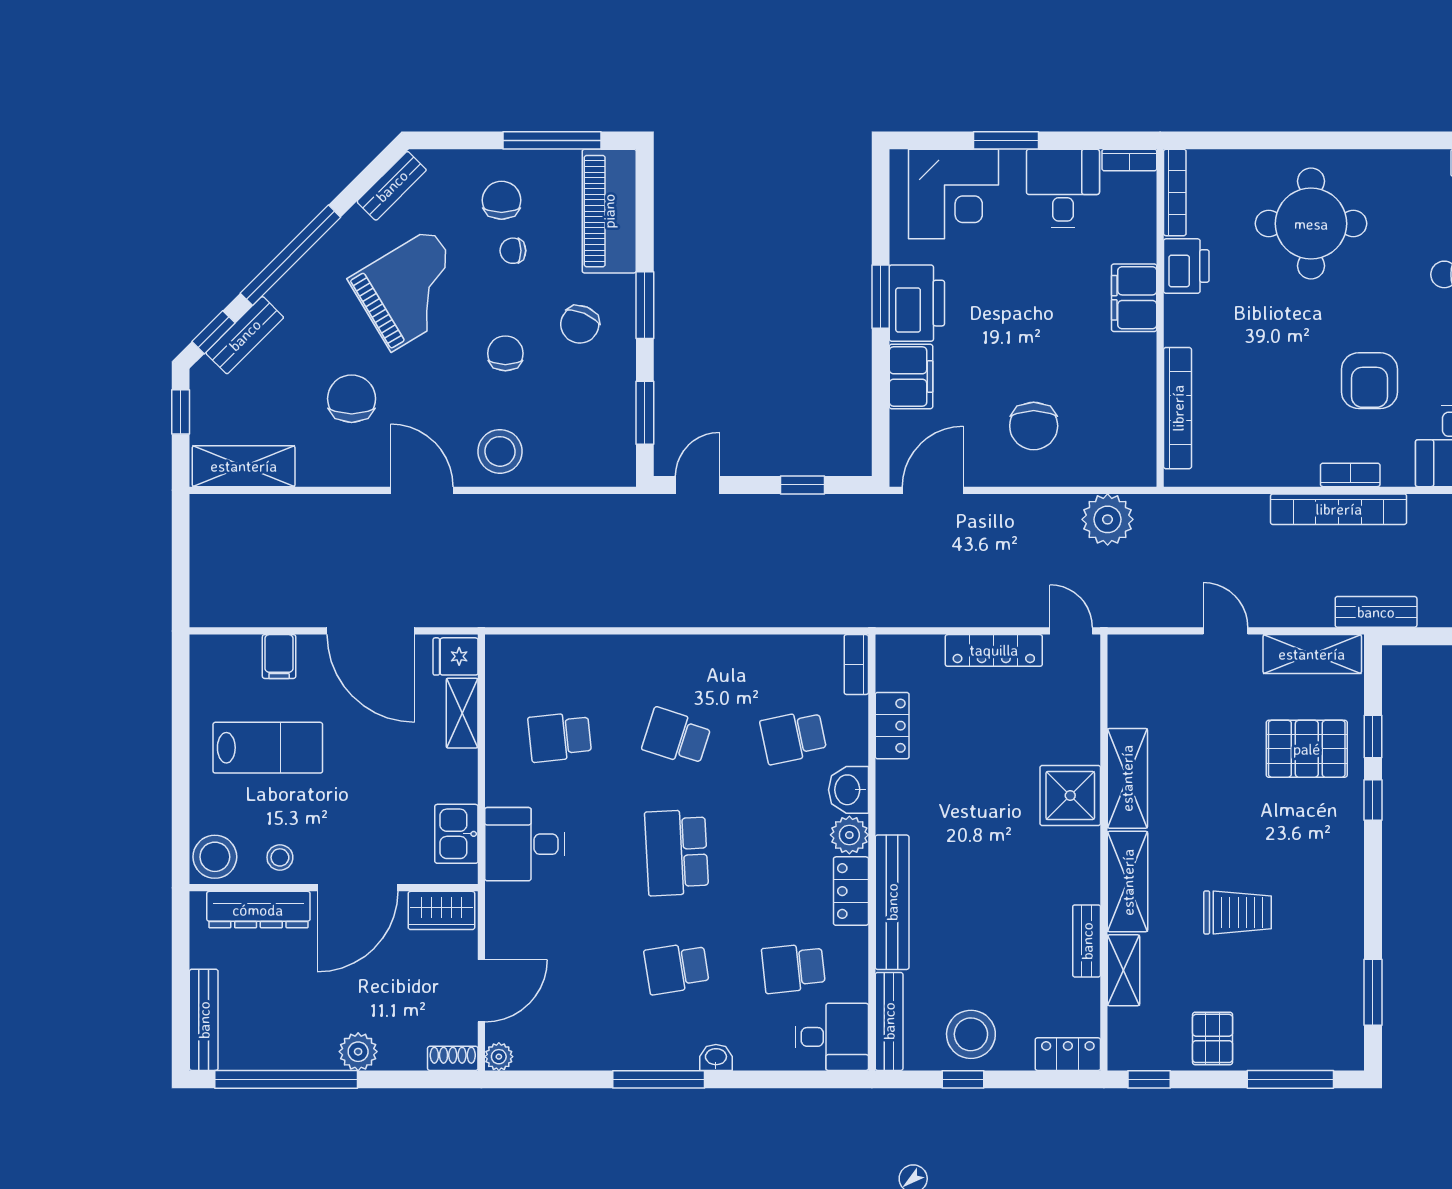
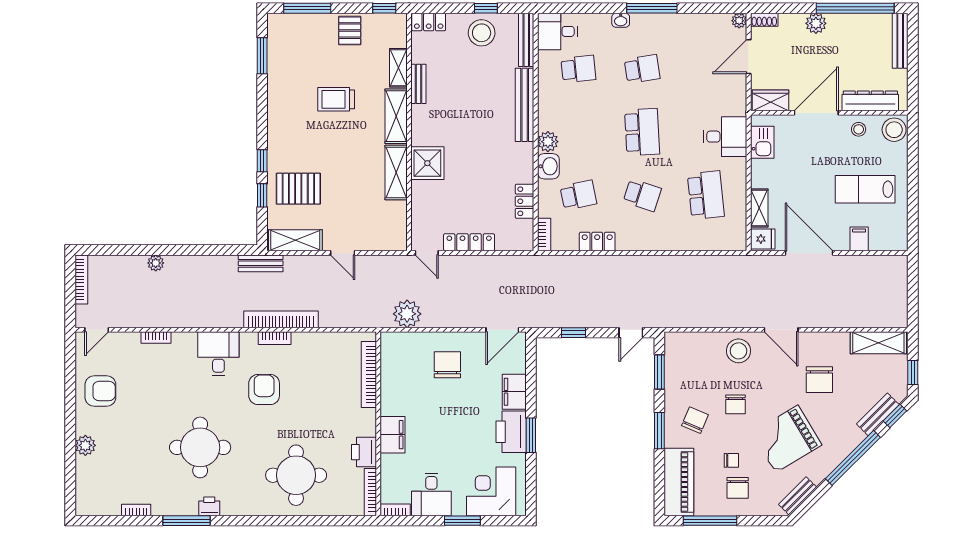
school desk: (560, 737) -> (706, 195), width x1.85
locker: (851, 891) -> (597, 242), moved, turned -90

